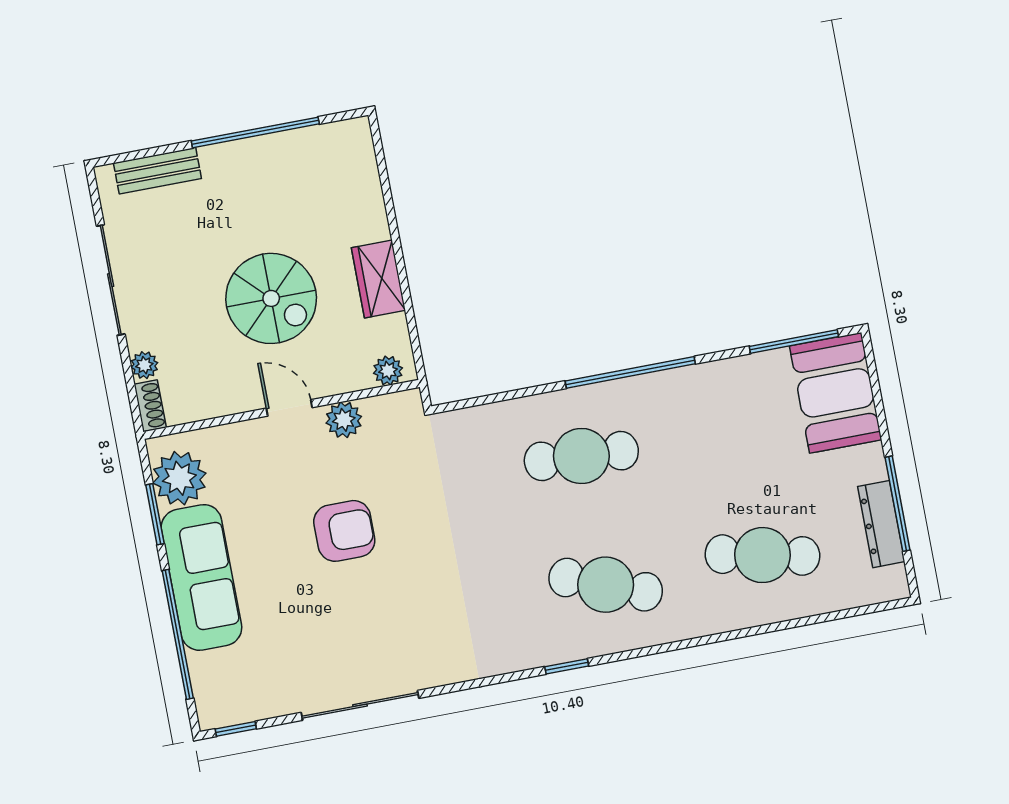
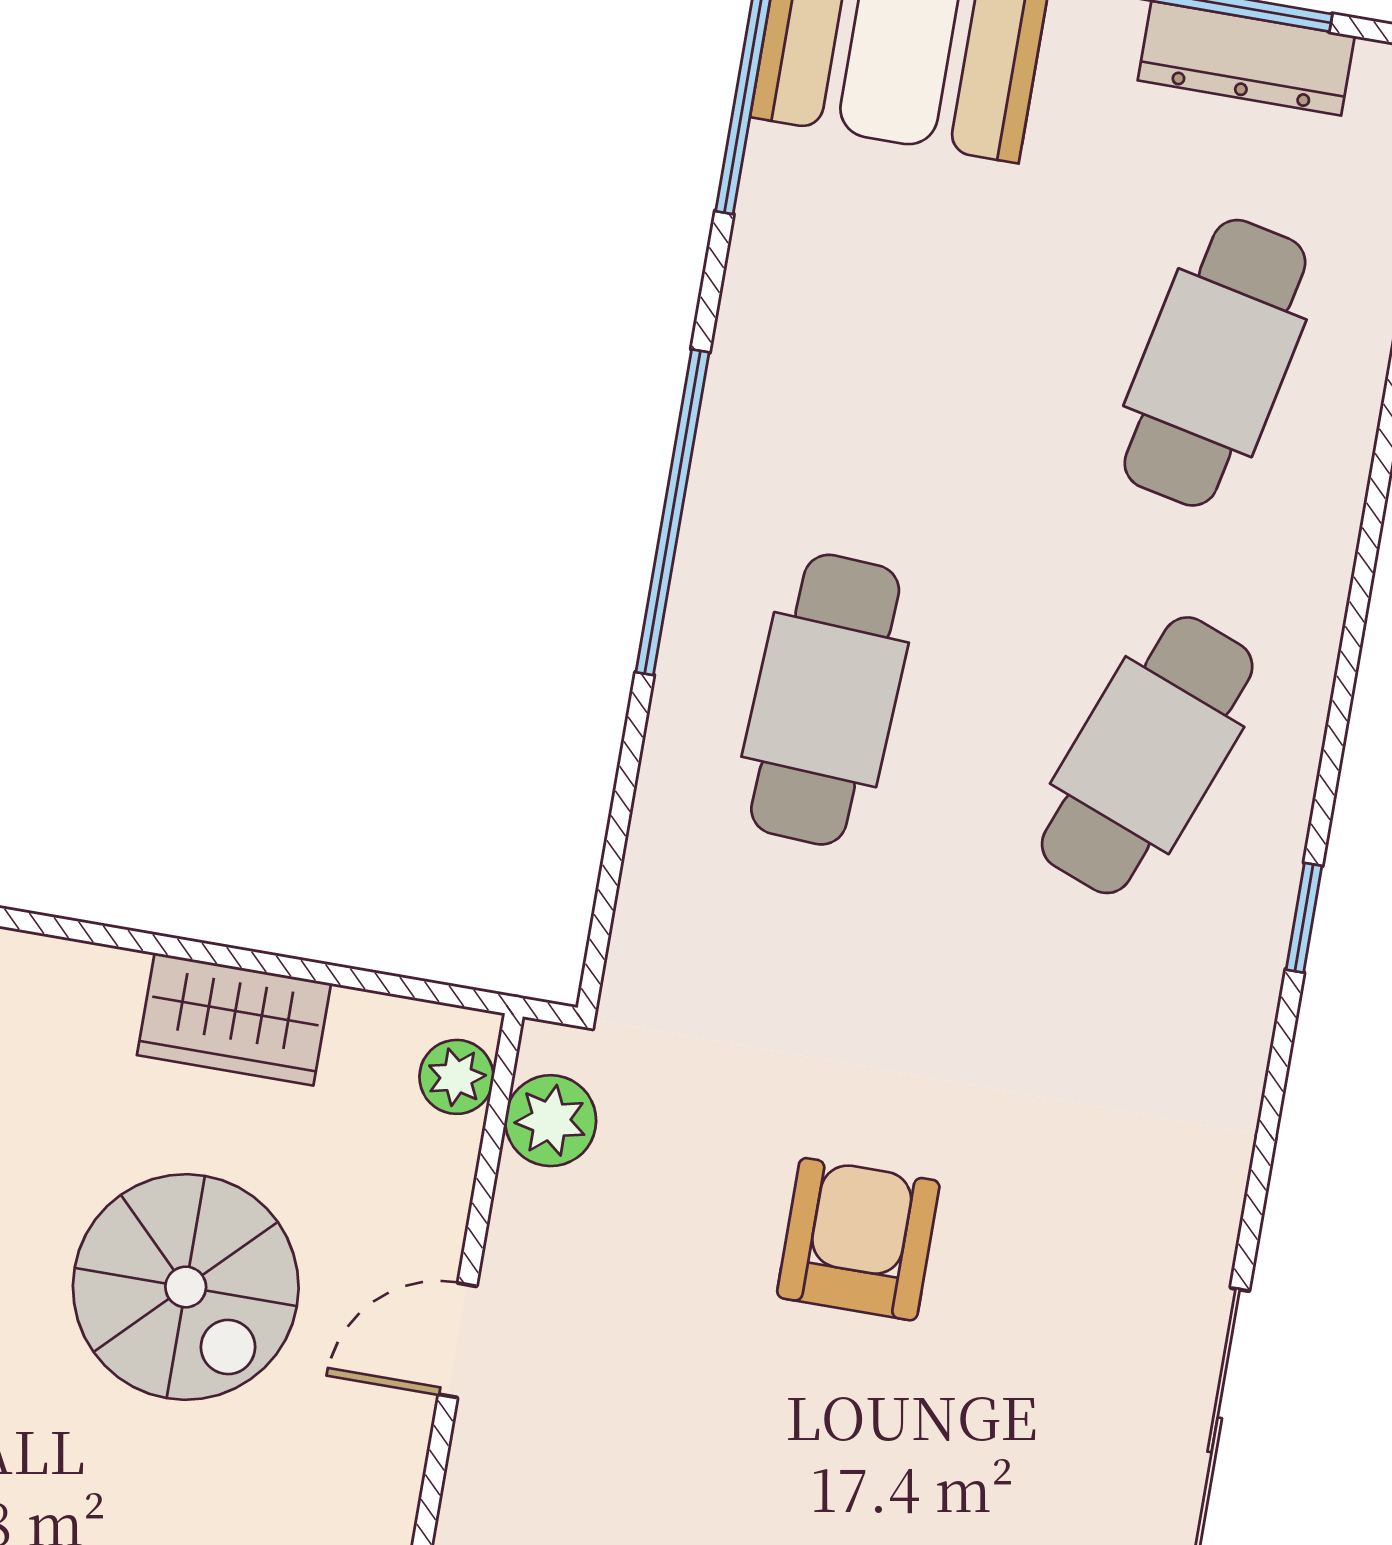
spiral stairs: (271, 298) -> (186, 1287), turned 90
plant: (344, 420) -> (551, 1121), moved
armchair: (344, 531) -> (858, 1239), moved

